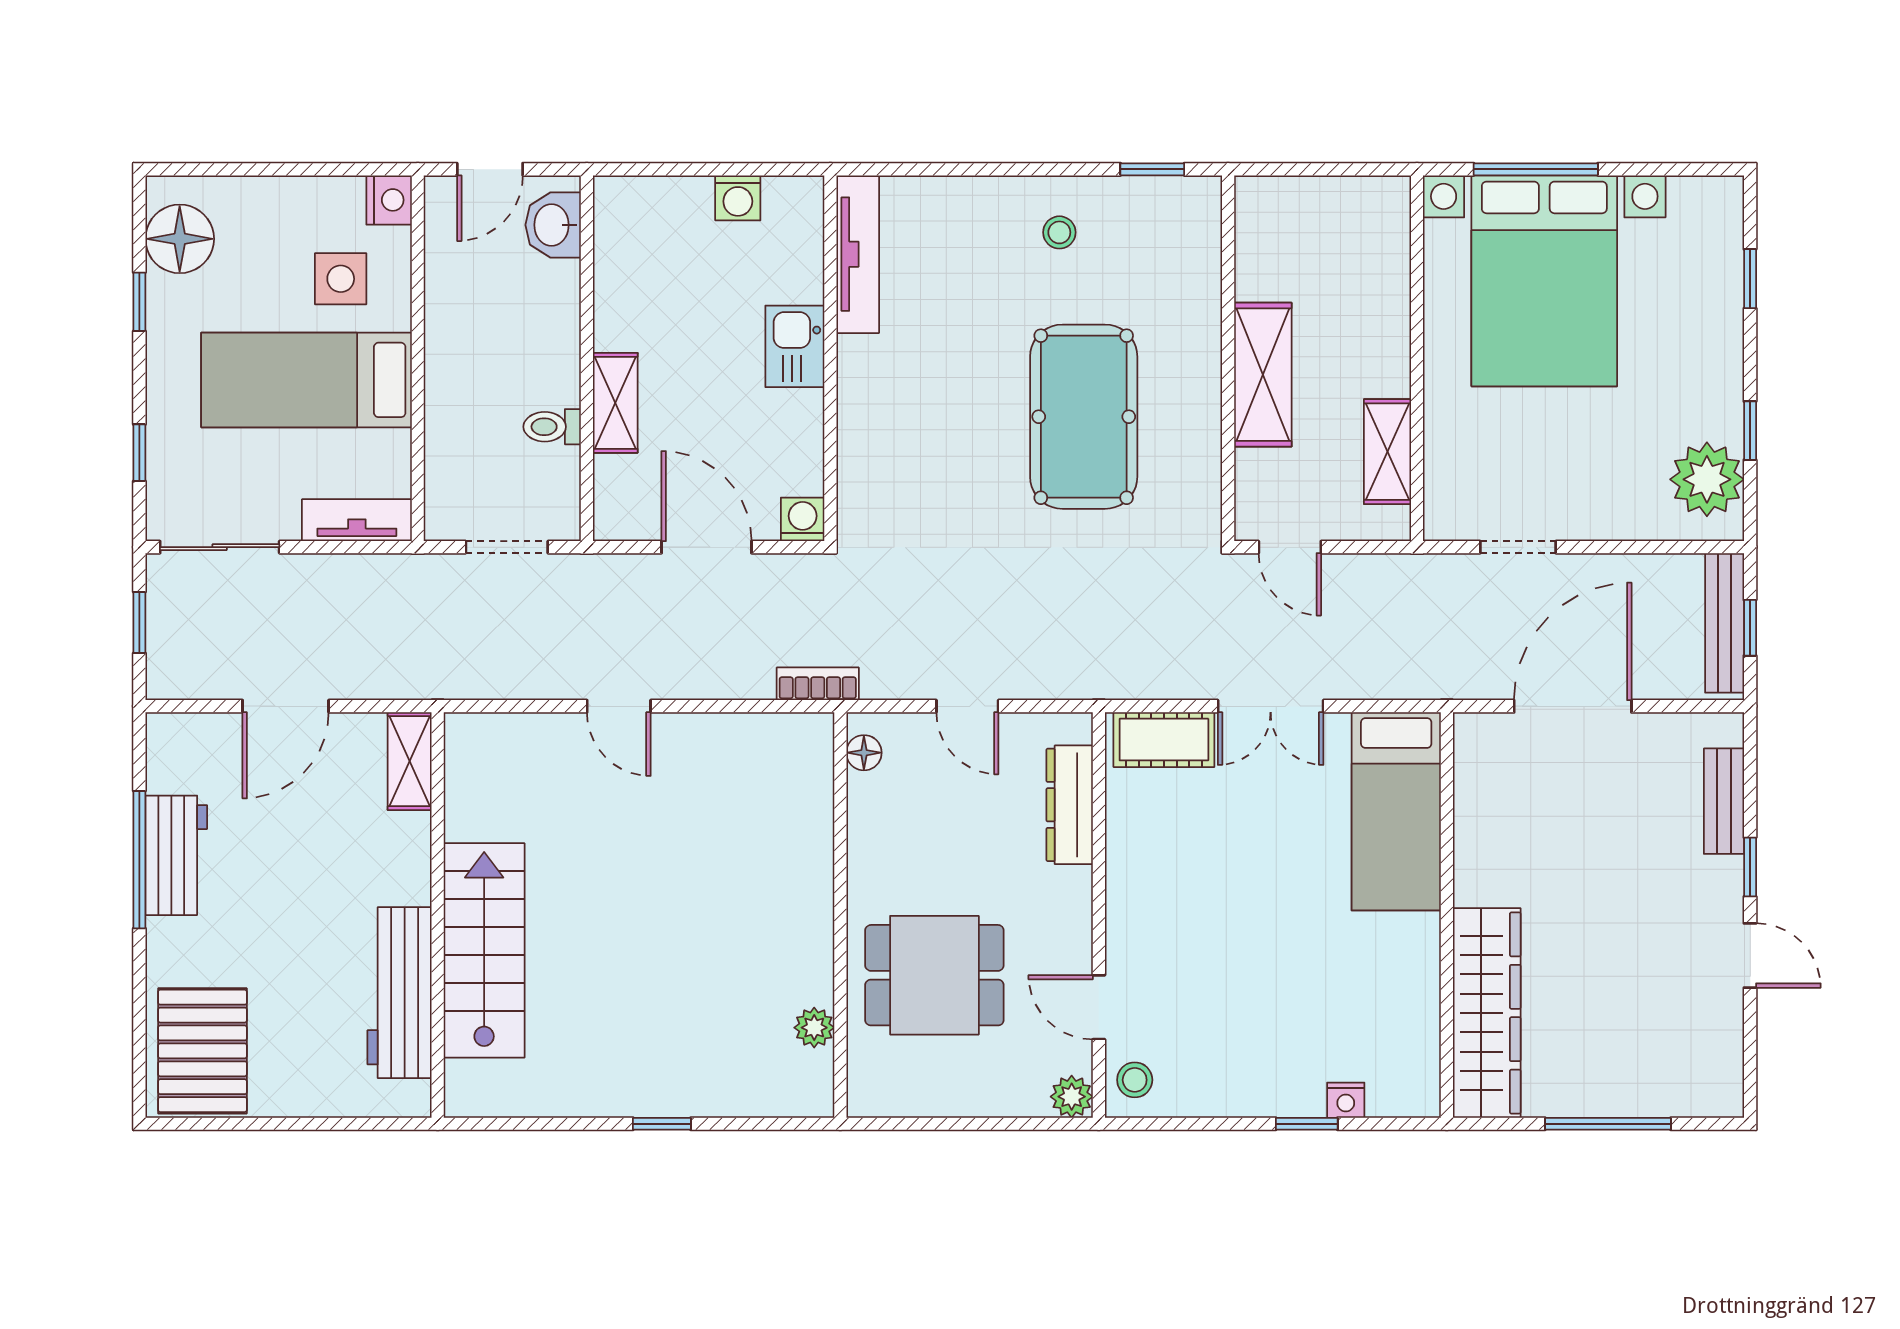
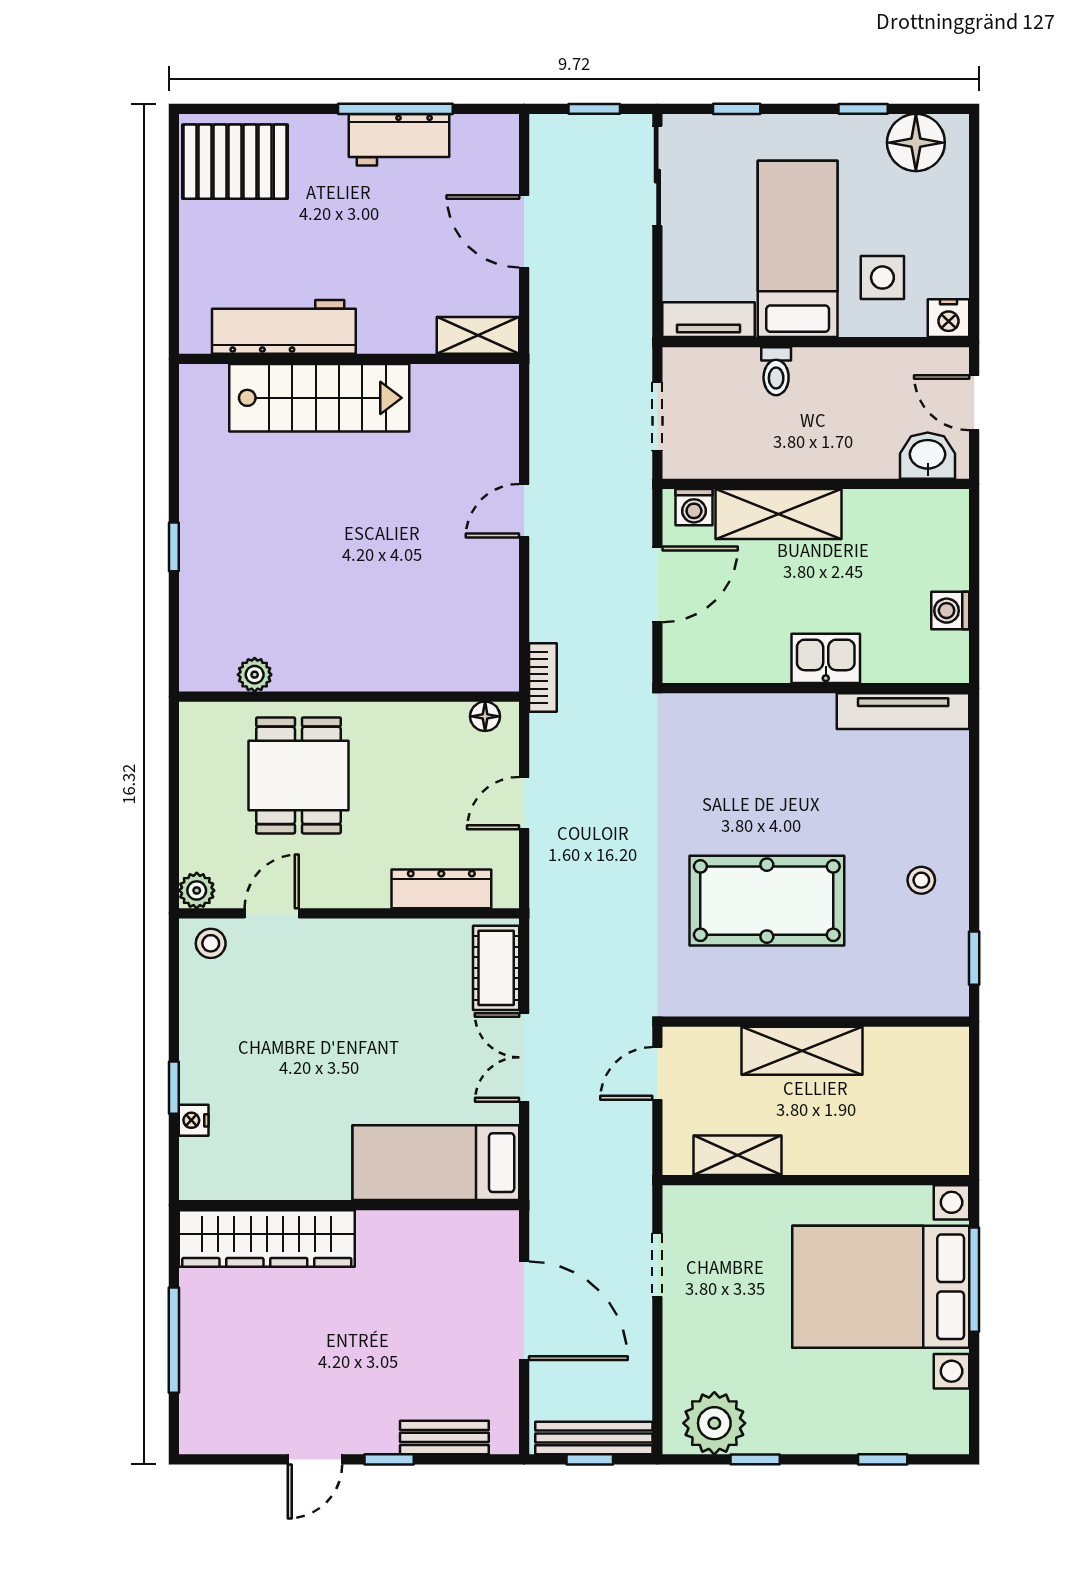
shelving: (615, 403) -> (778, 514), width x1.50, depth x1.33
toilet: (552, 427) -> (776, 371), moved, turned 180
washing machine: (803, 519) -> (694, 507), moved, turned 90
tv unit: (357, 520) -> (709, 320), moved, turned -90

